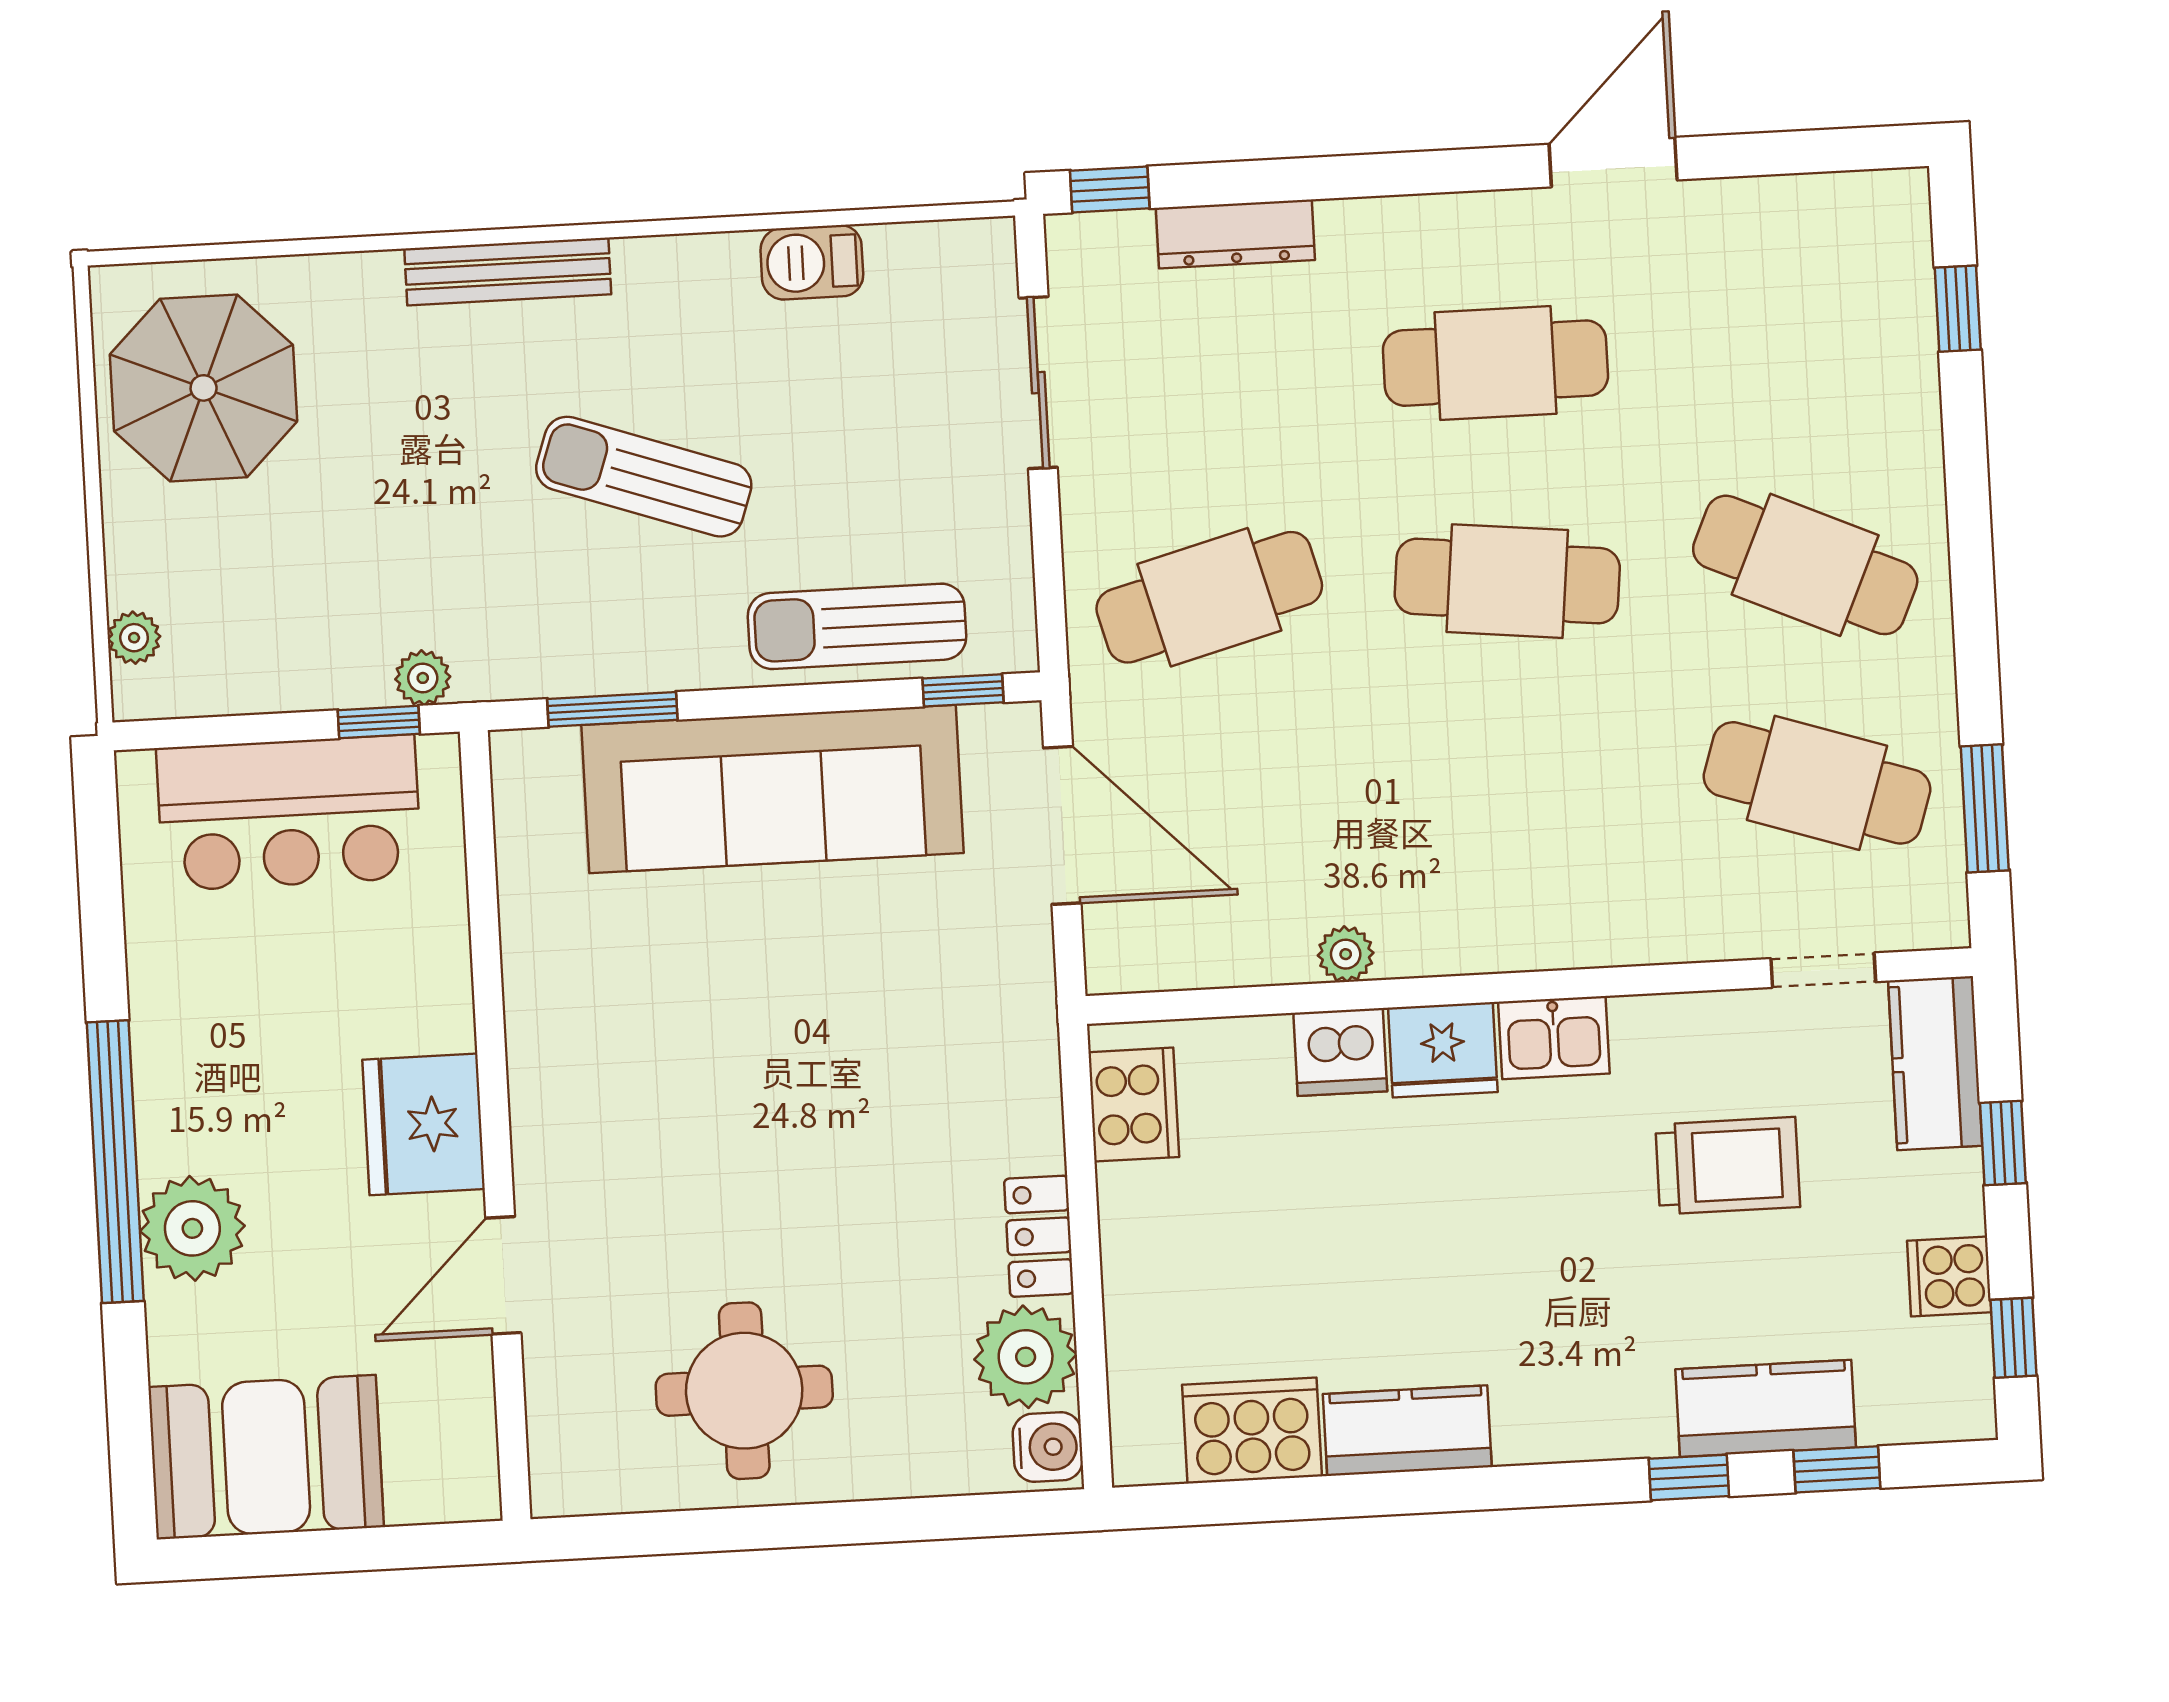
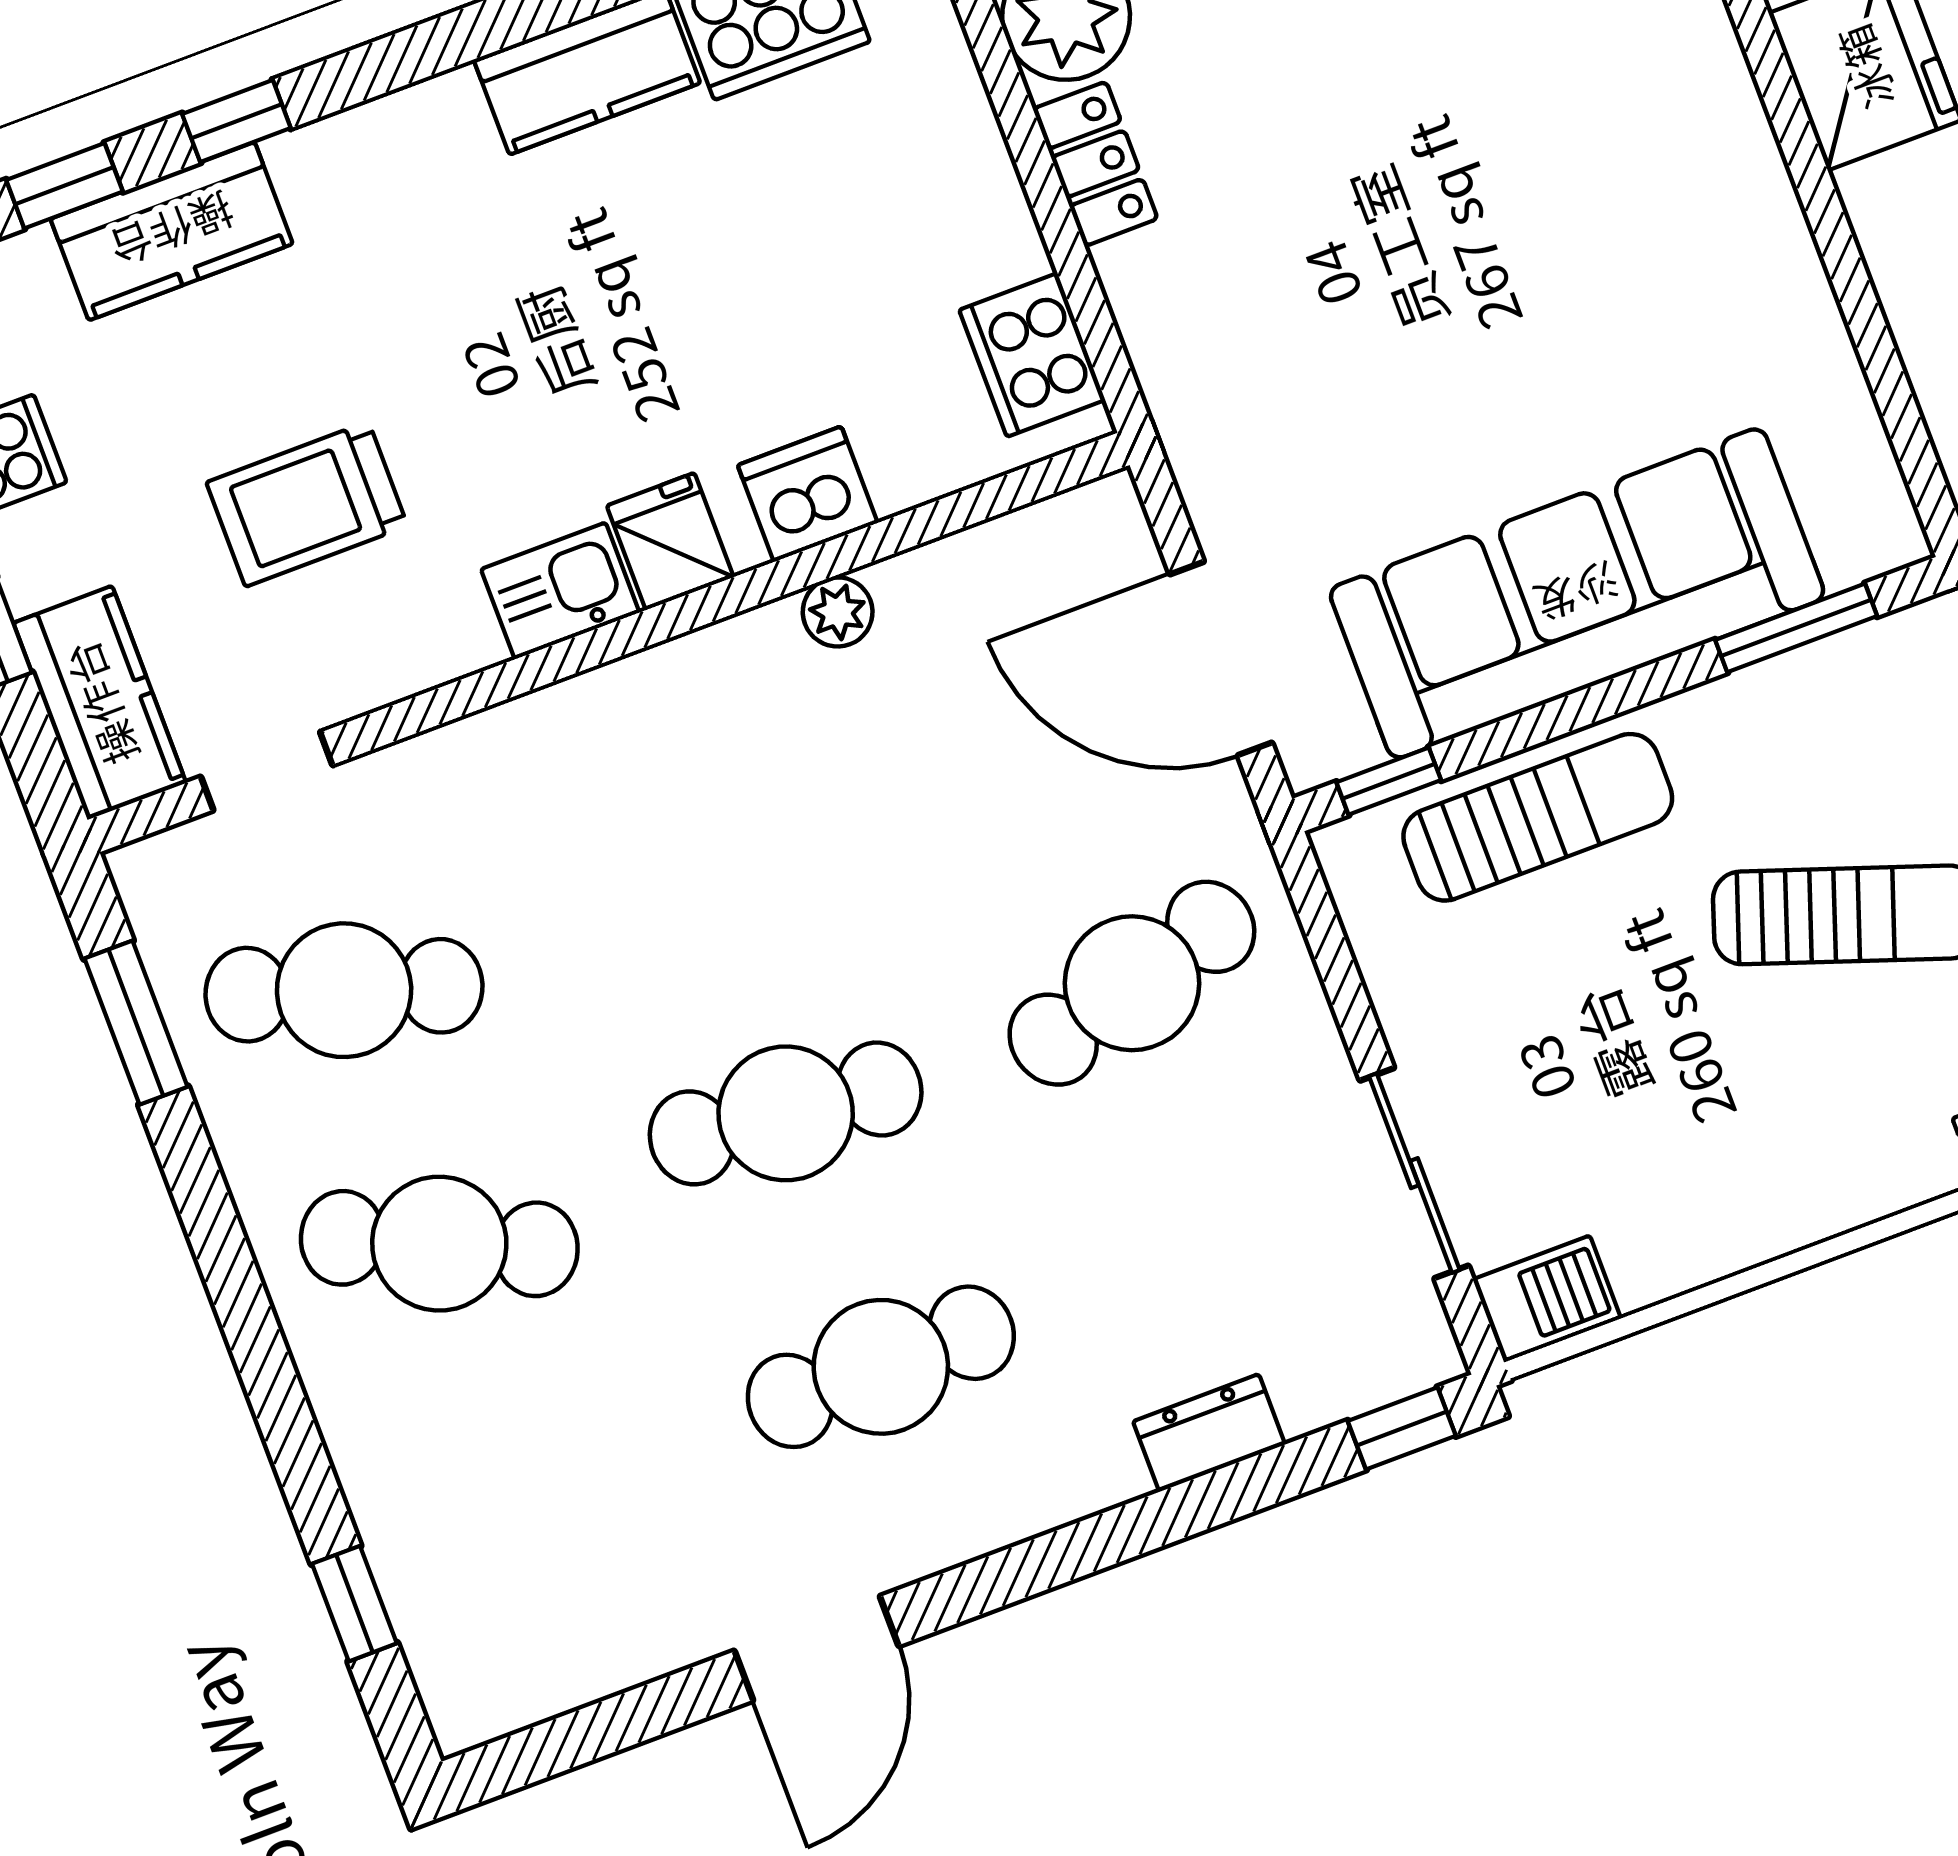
dresser: (1235, 234) -> (1209, 1433), width x0.70
barbecue: (812, 262) -> (1547, 1299), moved
fridge: (1443, 1050) -> (670, 541), width x0.72

